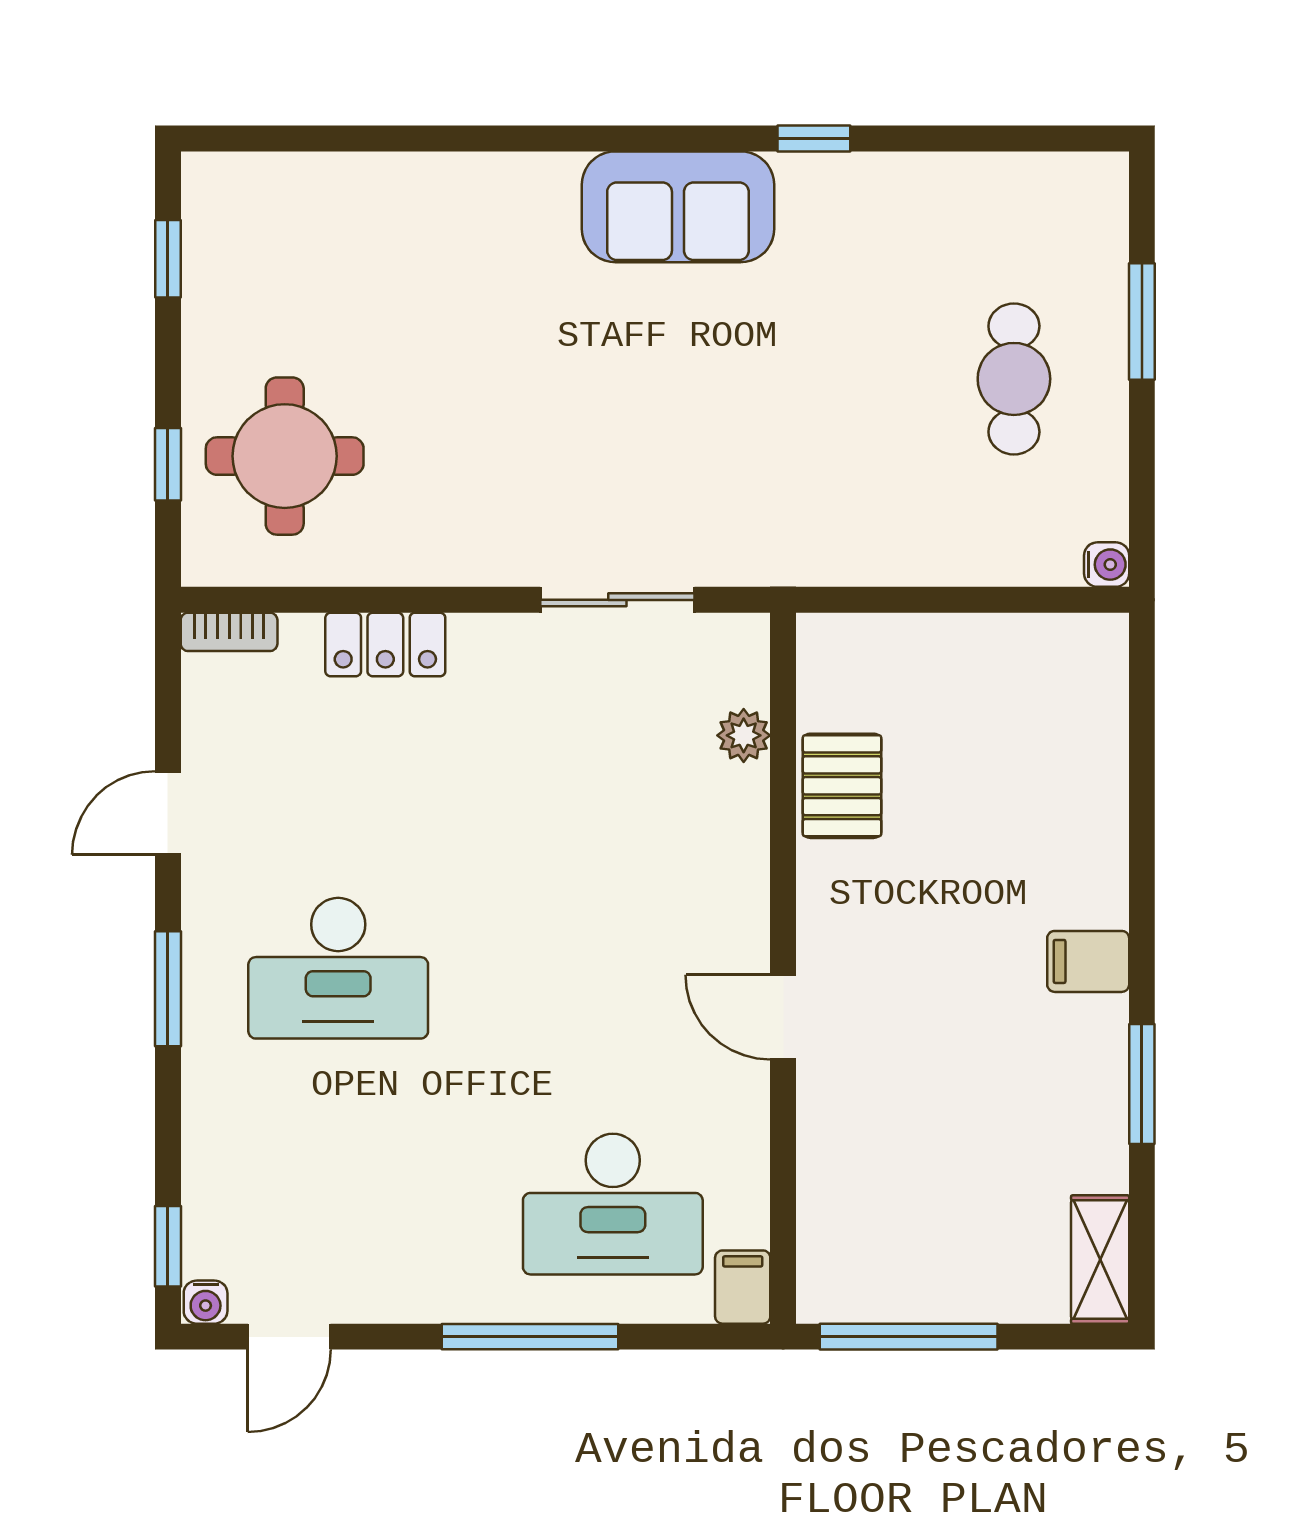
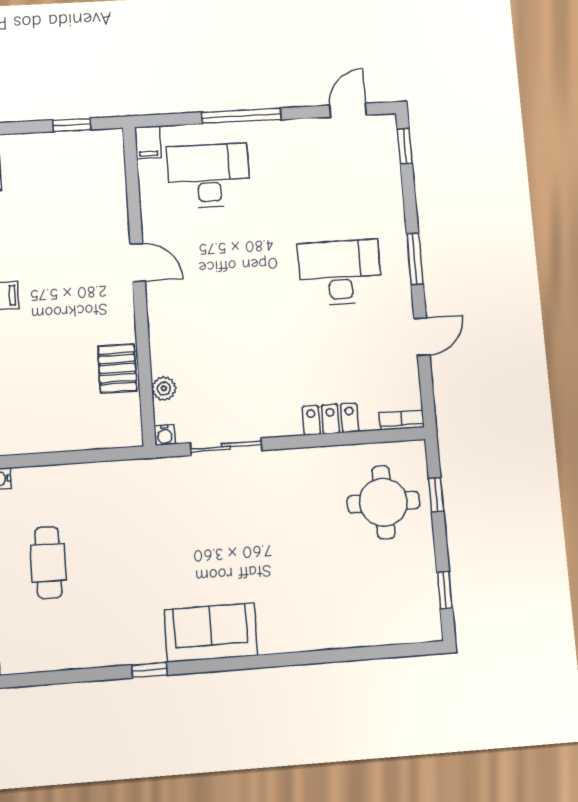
water cooler: (206, 1302) -> (165, 435), moved, turned 180
window: (909, 1337) -> (72, 125), width x0.46

